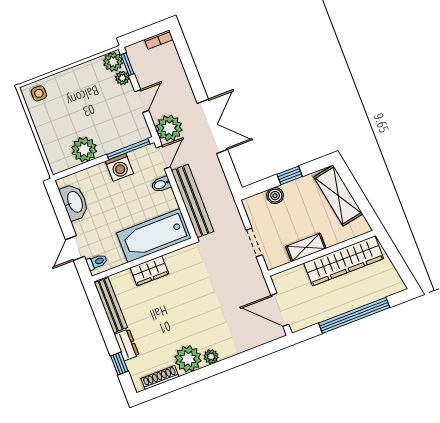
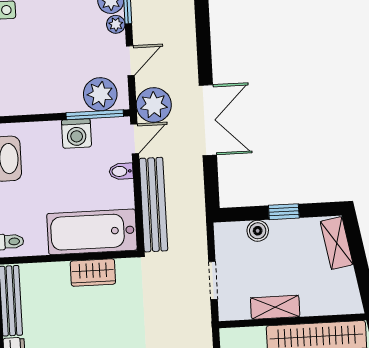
plant: (84, 149) -> (100, 94), moved
shelving: (338, 196) -> (337, 243), width x0.67, depth x0.75
wardrobe: (149, 271) -> (93, 273), moved

